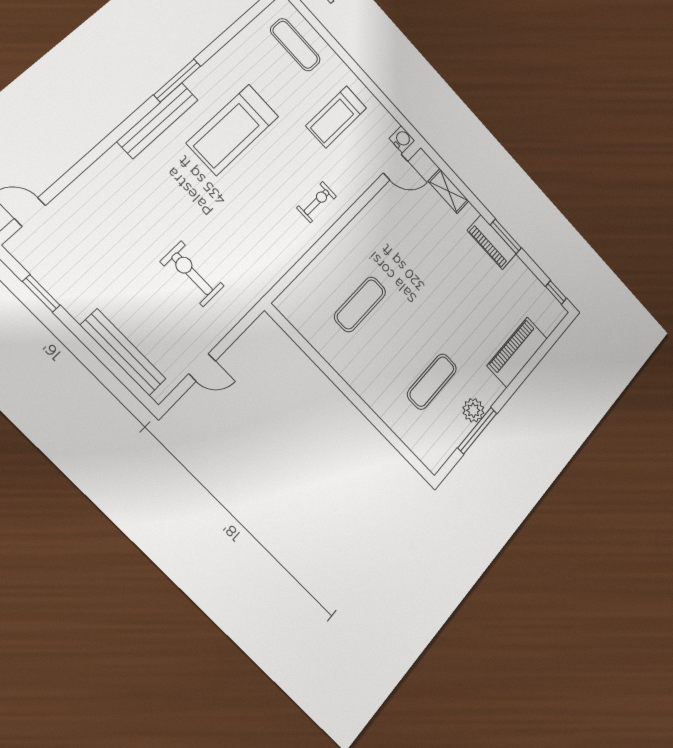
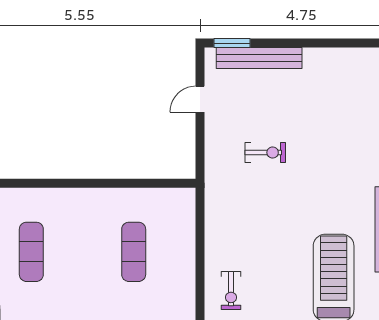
exercise bike: (192, 274) -> (265, 153), width x0.73, depth x0.72
window: (41, 293) -> (232, 43), moved

